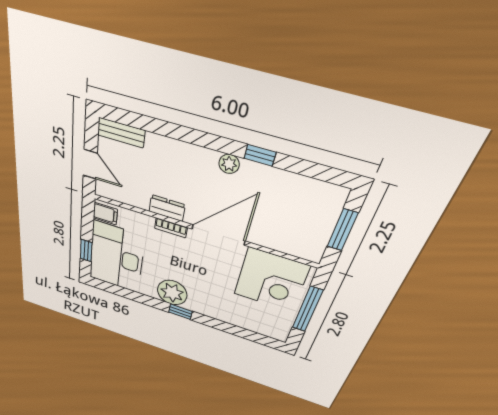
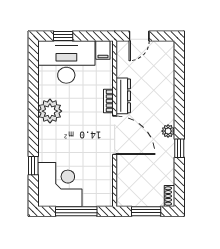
bench: (121, 133) -> (168, 57), removed
shoe rack: (332, 191) -> (169, 196), added
dresser: (167, 208) -> (123, 96), width x1.44
corner desk: (271, 280) -> (60, 185), moved, turned 180
window: (180, 312) -> (33, 166), moved

